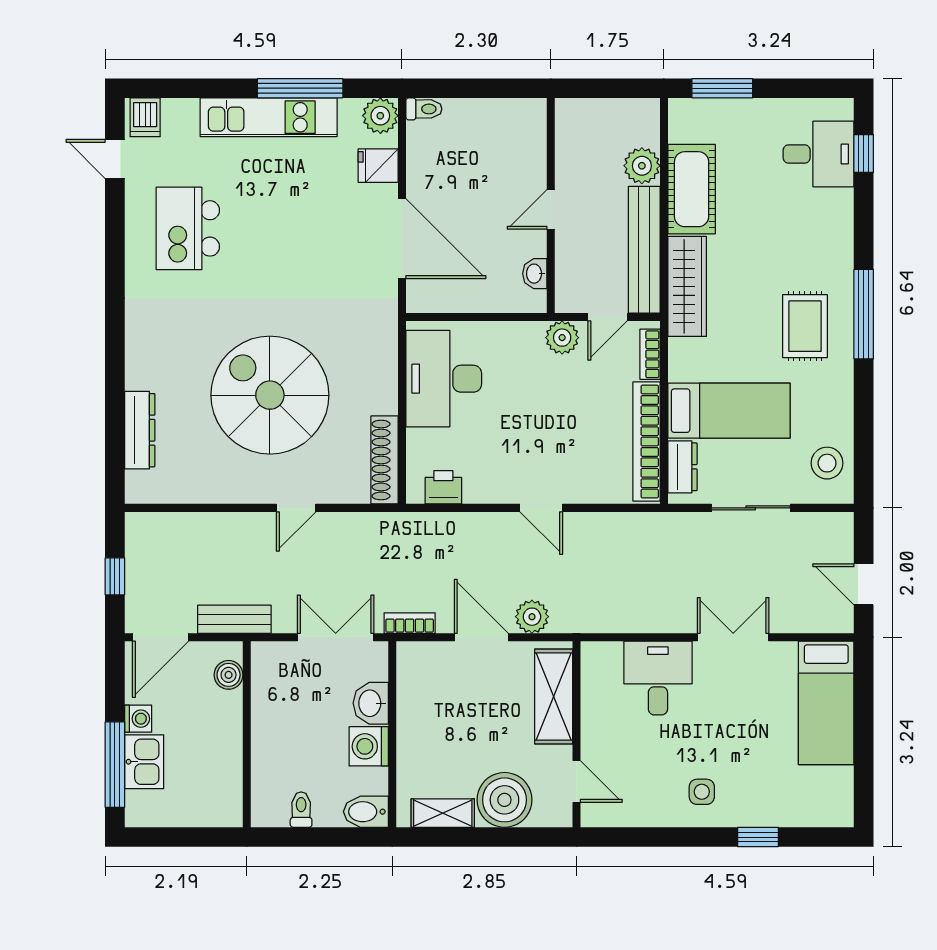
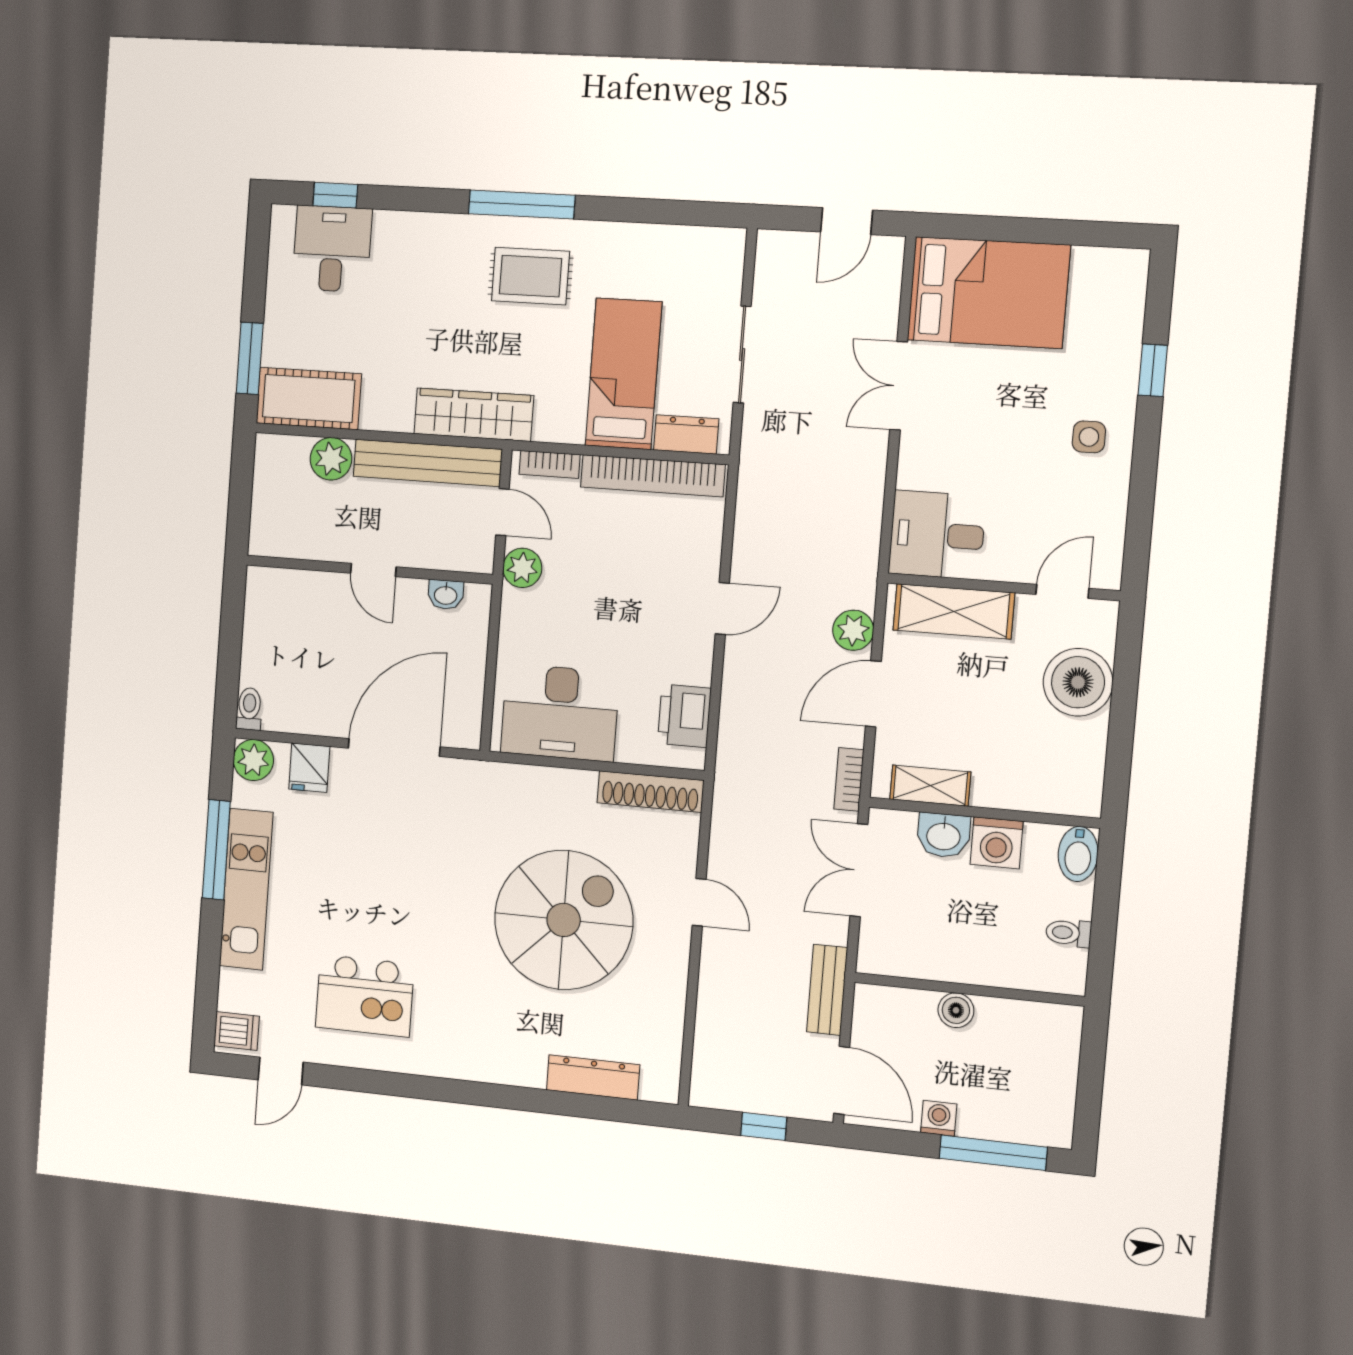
cot: (692, 189) -> (309, 399), moved
spiral stairs: (270, 395) -> (564, 920), turned 180
stool: (827, 463) -> (695, 258), removed
printer: (443, 487) -> (684, 716), width x1.36, depth x1.24
boiler: (229, 675) -> (956, 1010), moved
desk: (658, 678) -> (937, 535), moved
bed: (826, 703) -> (988, 293), width x1.50
kitchen sink: (144, 762) -> (992, 1117), removed
shelving: (443, 813) -> (930, 786), moved, turned 90

